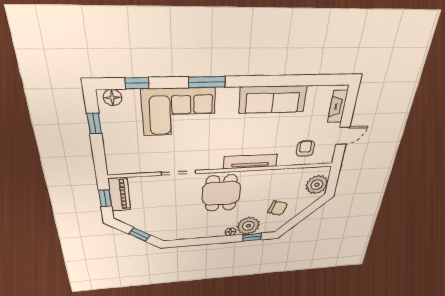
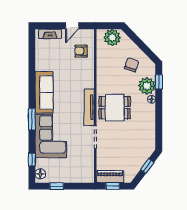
sofa: (273, 99) -> (44, 92), moved
door: (343, 136) -> (72, 26), swing flipped
tv unit: (251, 162) -> (89, 107), moved

